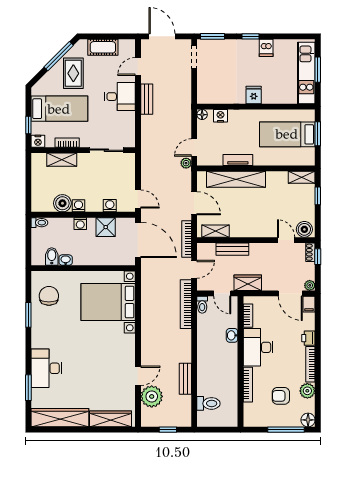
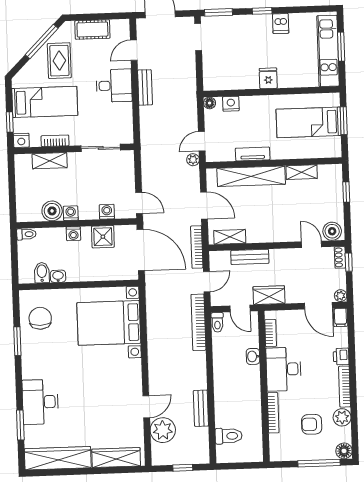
shelving: (302, 177) -> (302, 172), moved

